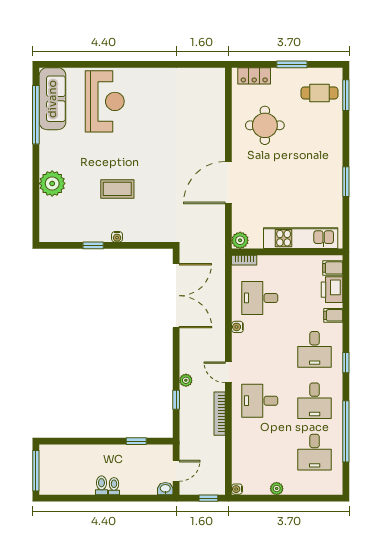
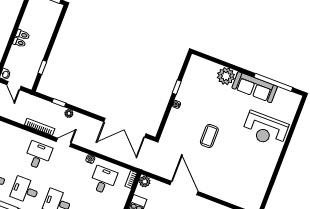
sofa: (52, 99) -> (255, 87), moved
coffee table: (117, 189) -> (209, 136), moved

